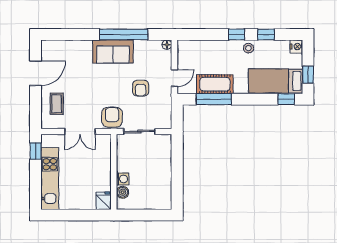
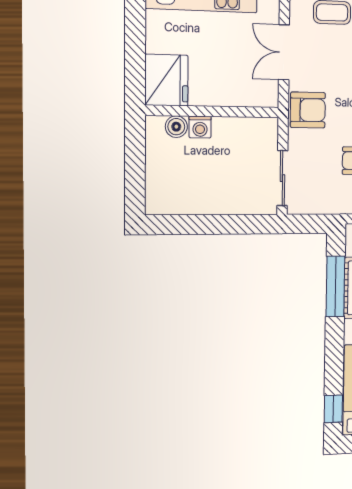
sliding door: (139, 131) -> (282, 178), moved
fridge: (104, 201) -> (166, 80), width x1.88, depth x1.34

